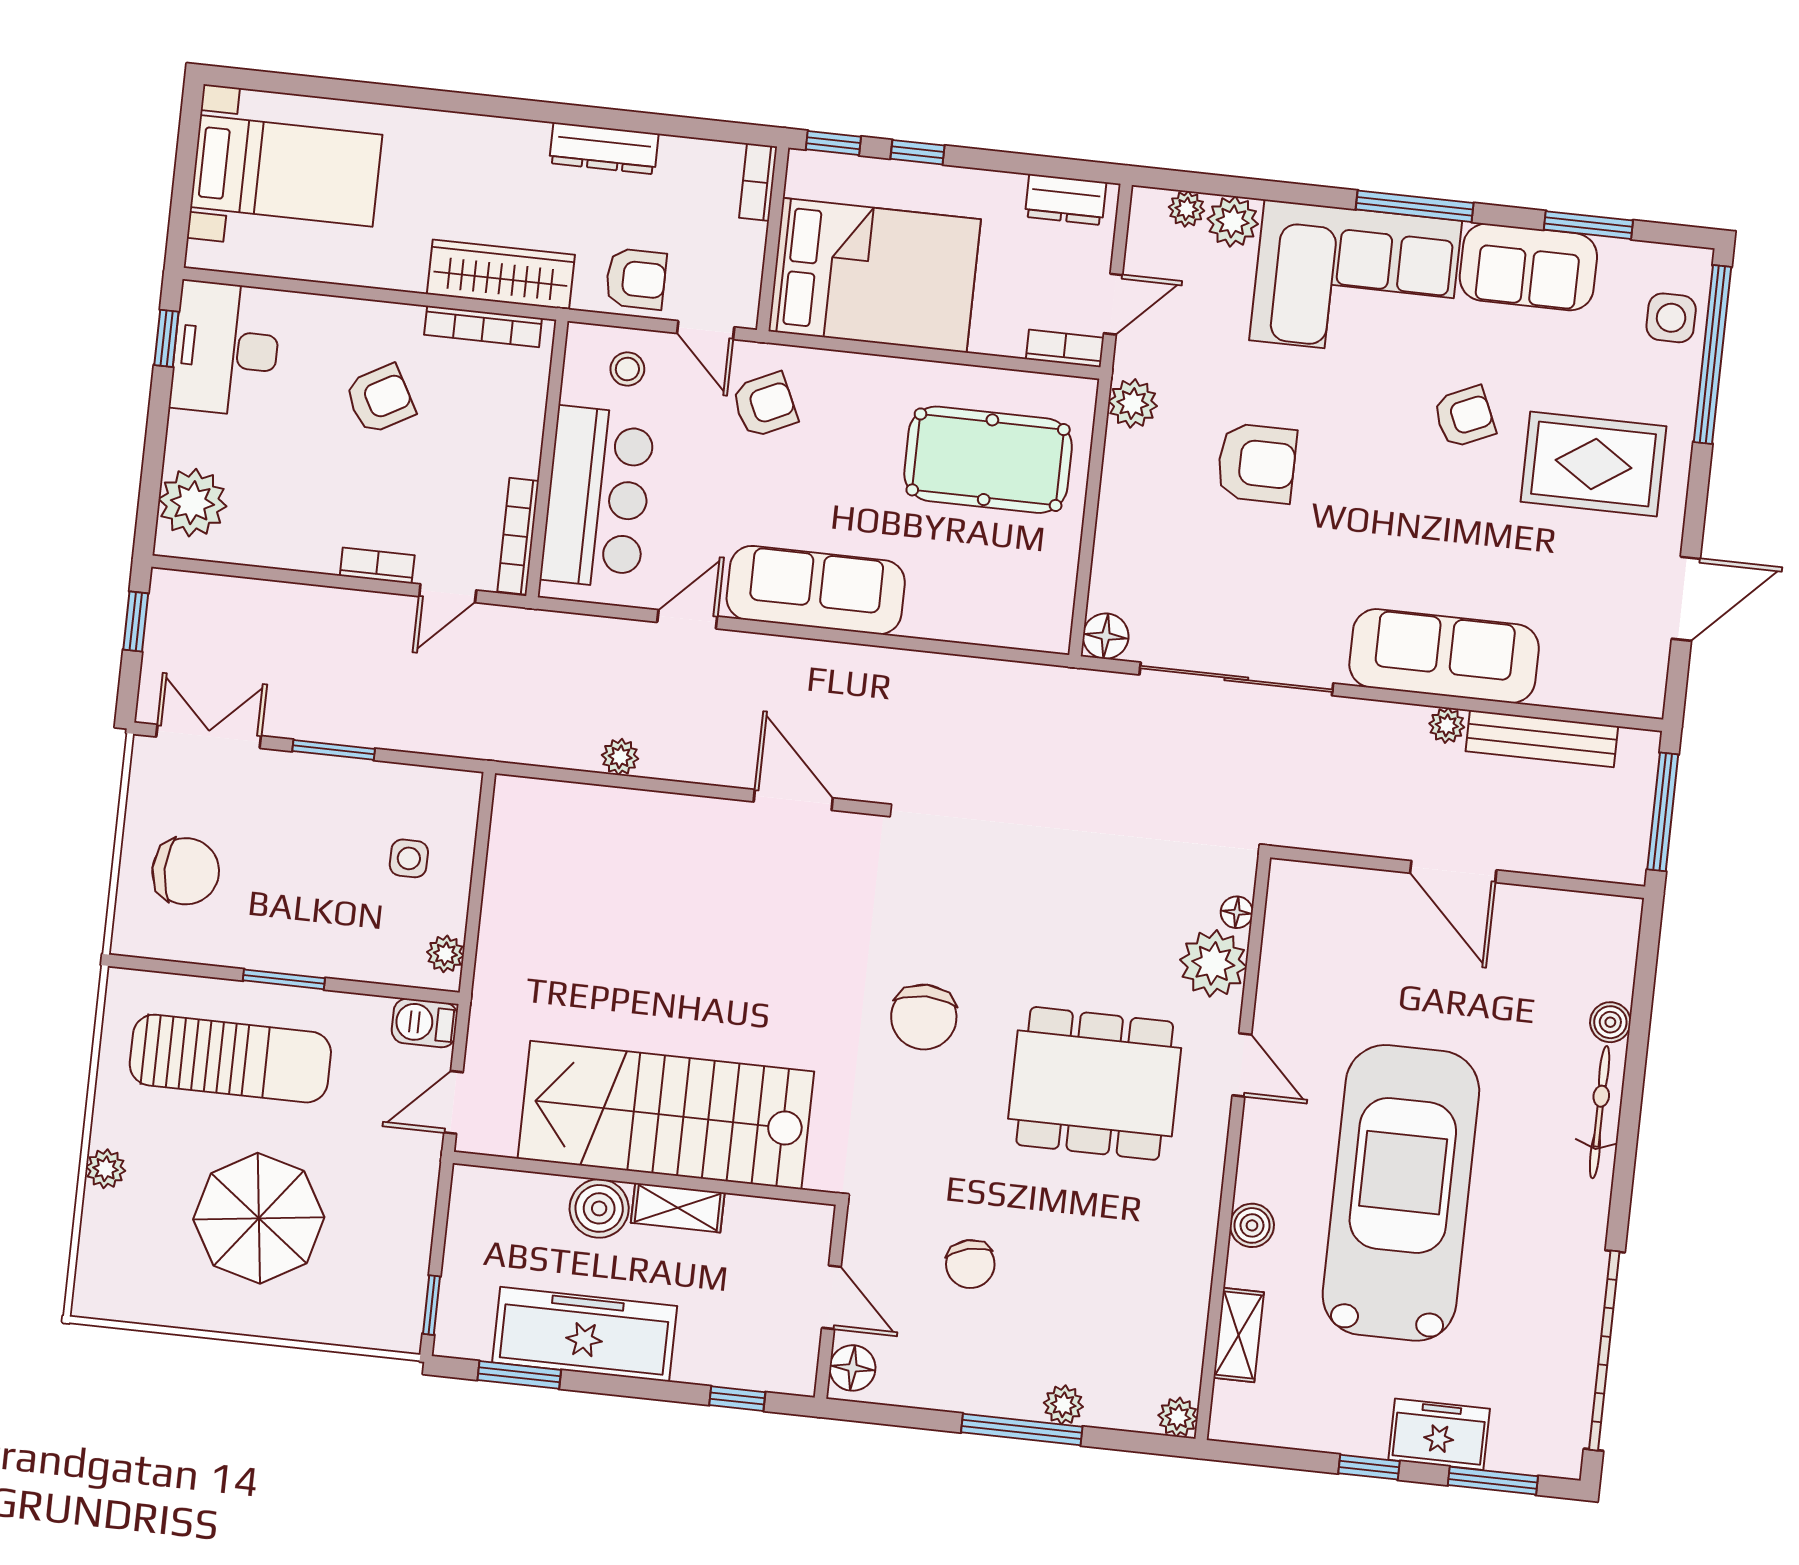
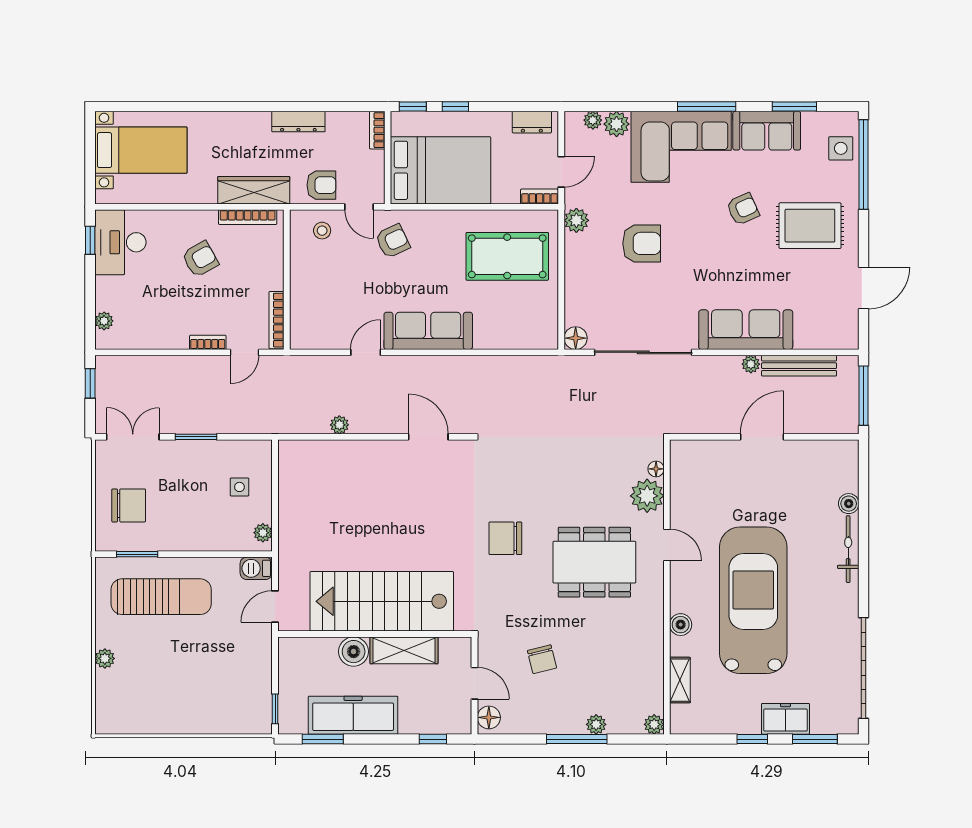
bar counter: (598, 497) -> (314, 296), removed
plant: (193, 503) -> (104, 321), width x0.53, depth x0.53
door: (1453, 872) -> (762, 437), swing flipped
window: (284, 979) -> (137, 554), moved
chair: (924, 1017) -> (505, 538), turned 90
shelving: (678, 1208) -> (404, 650), width x1.50, depth x1.33
parasol: (259, 1218) -> (184, 675), removed

